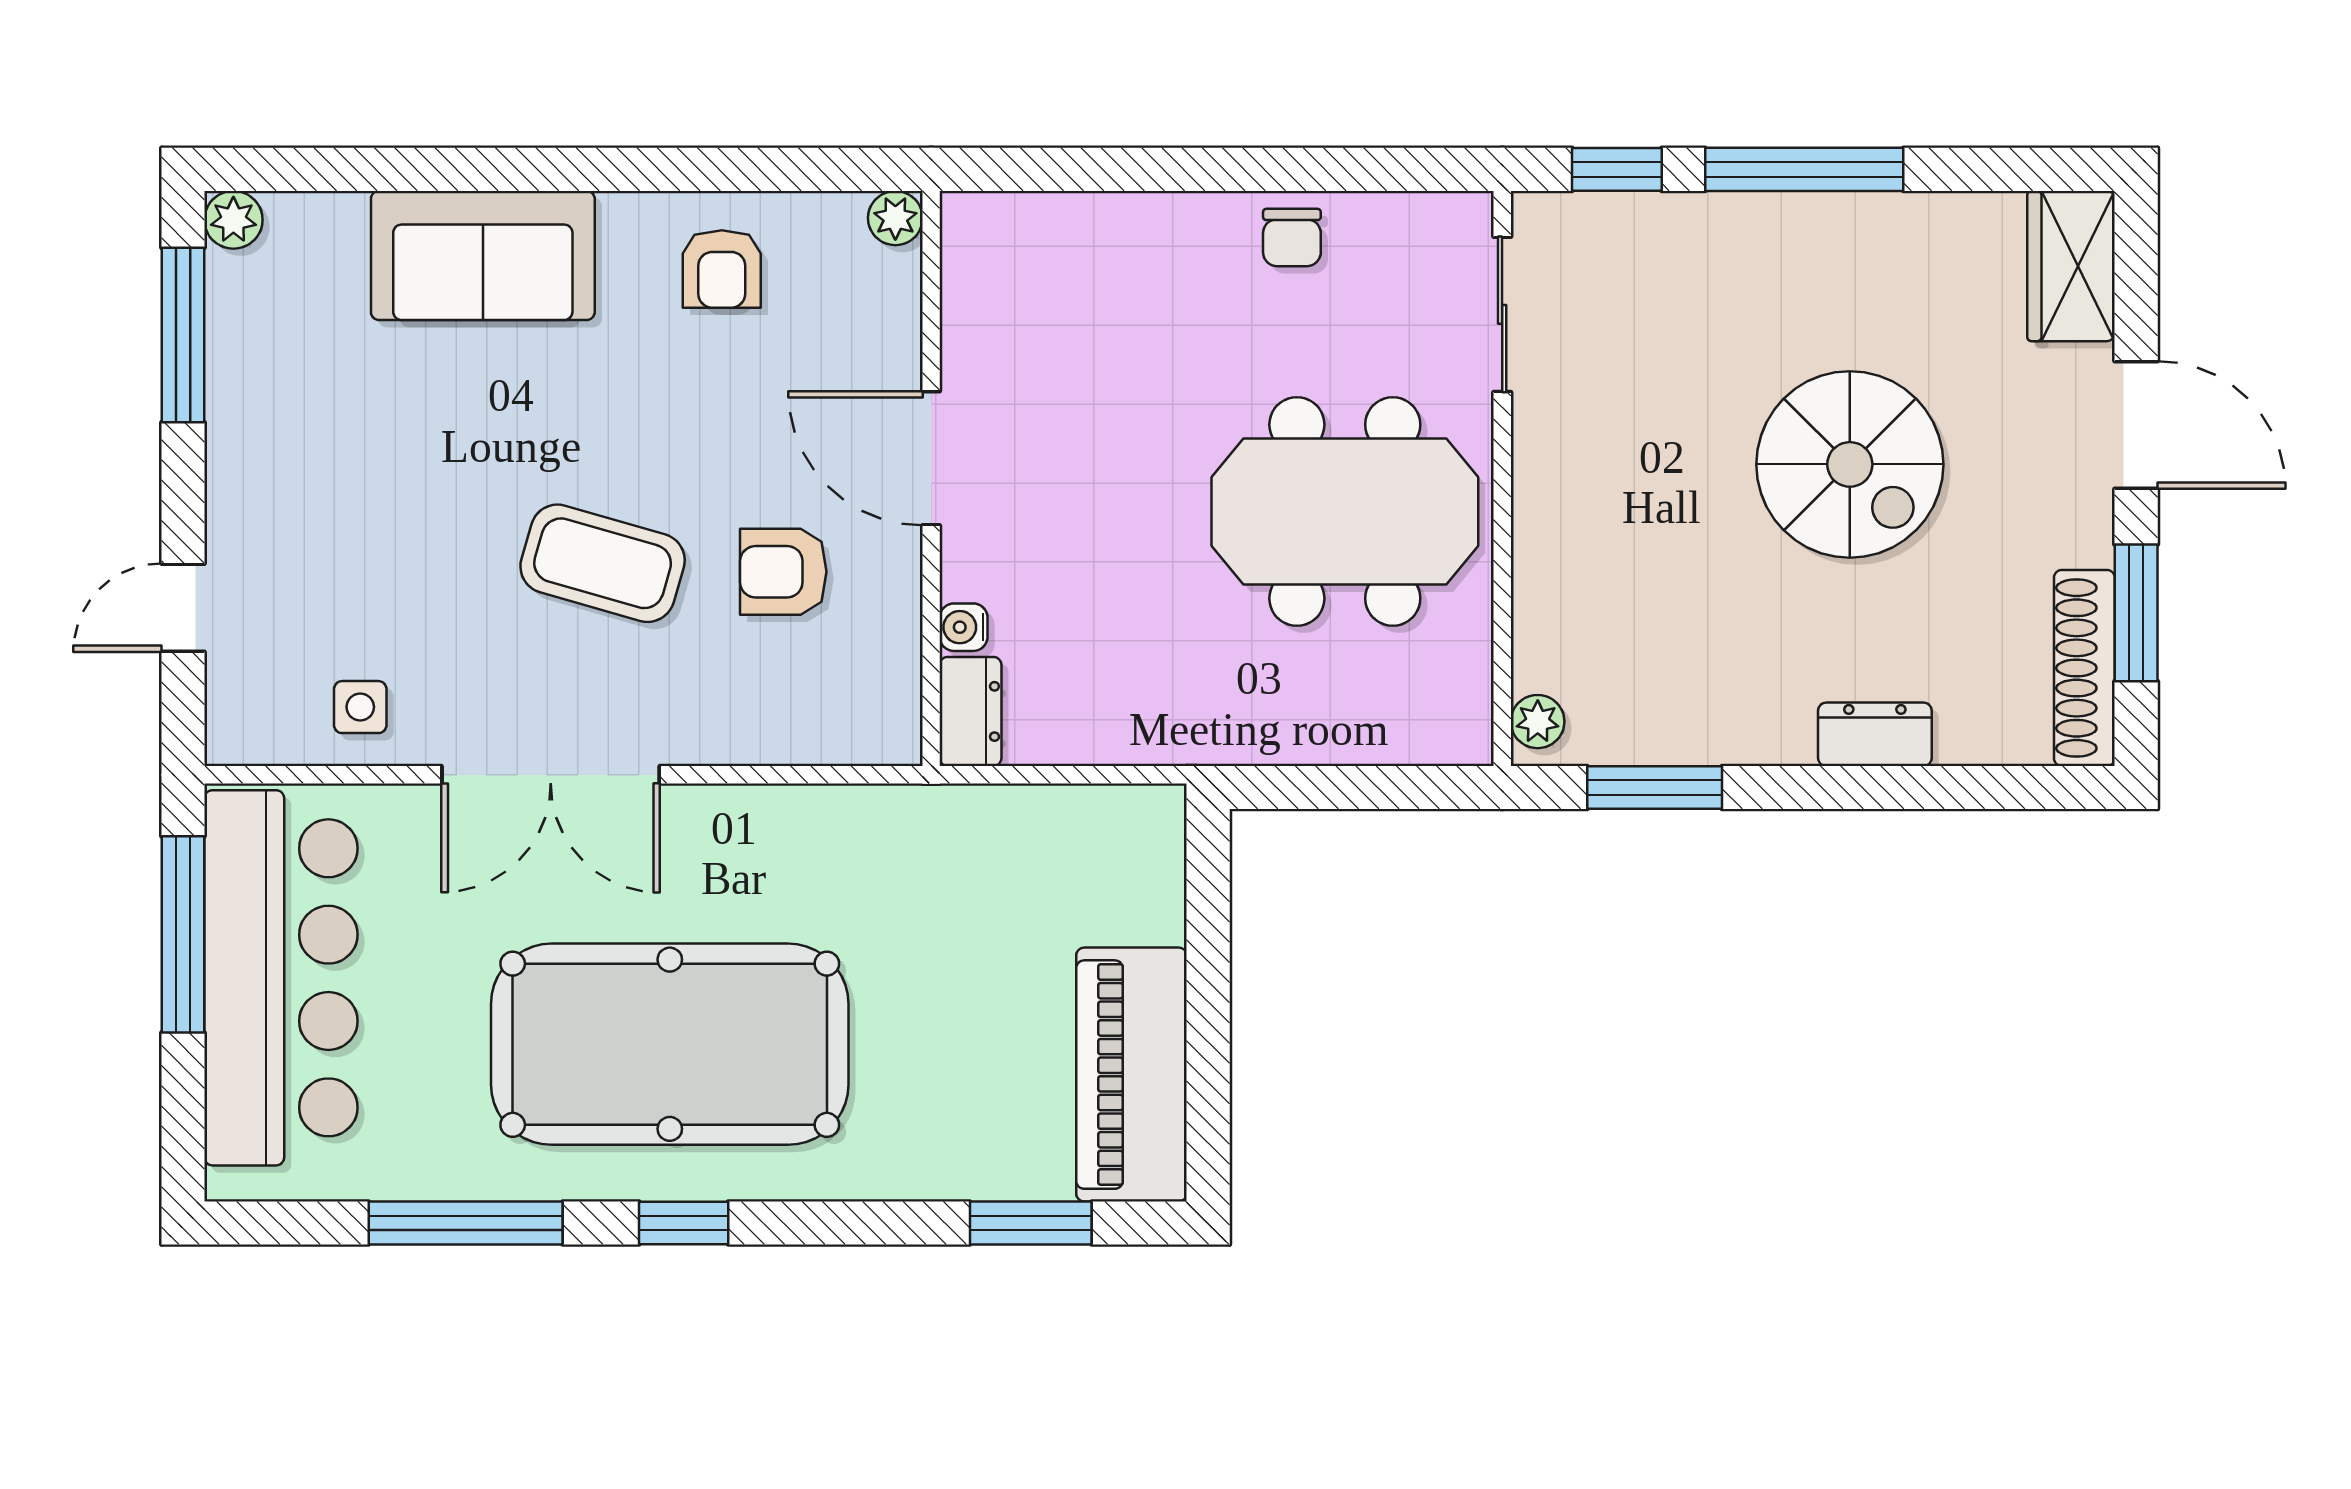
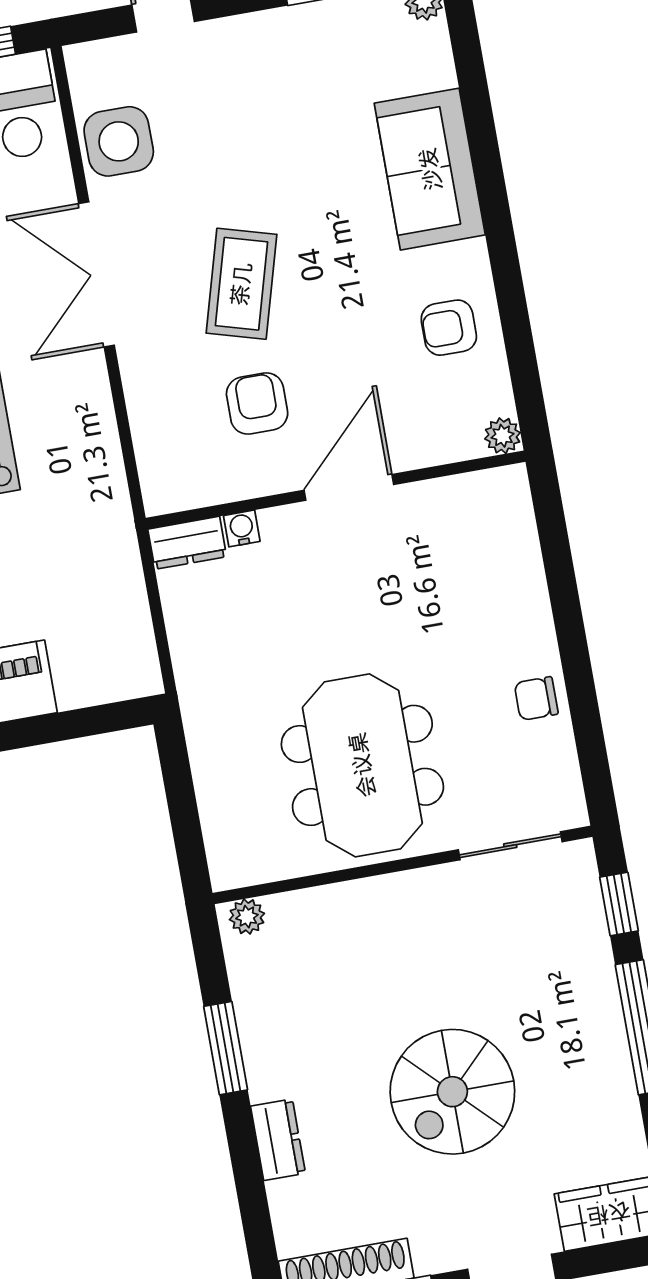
side table: (360, 707) -> (119, 141), width x1.87, depth x1.87
window: (1655, 788) -> (226, 1048), moved

